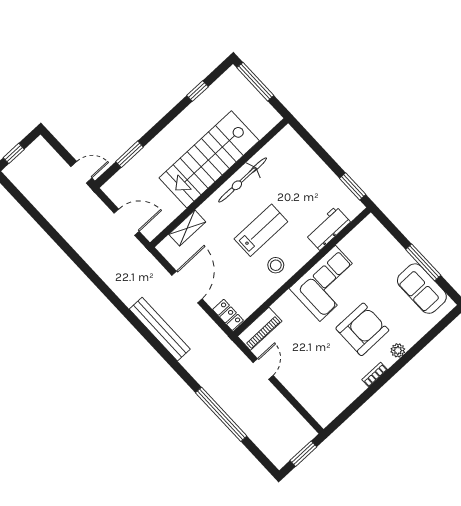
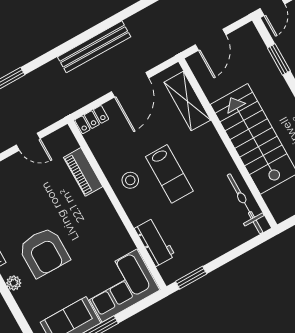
bicycle: (243, 180) -> (245, 204), moved
shelving: (187, 228) -> (187, 101), width x1.50, depth x1.33
corner sofa: (328, 283) -> (120, 286), moved, turned 90
door: (187, 287) -> (130, 85), hinge flipped
piano: (260, 329) -> (83, 172), moved

